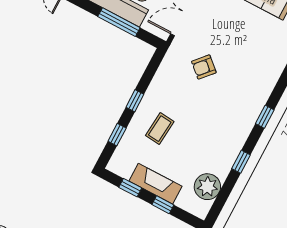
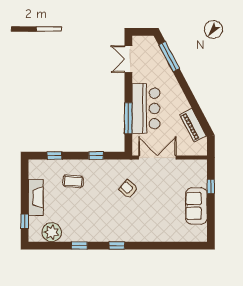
window: (135, 101) -> (96, 156), moved
window: (130, 188) -> (25, 182), removed
window: (163, 205) -> (25, 221), moved

